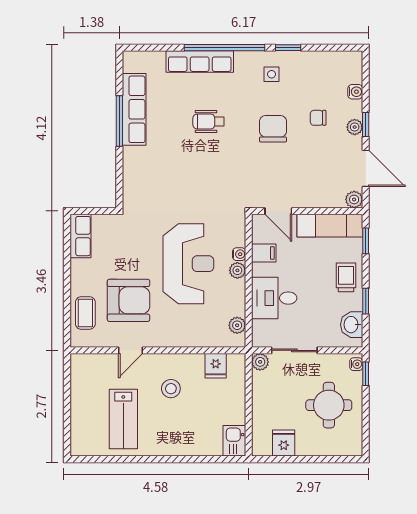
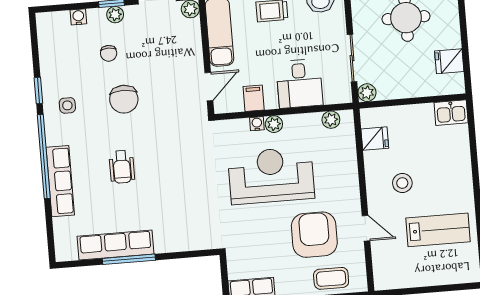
chair: (273, 129) -> (124, 99), turned -90

